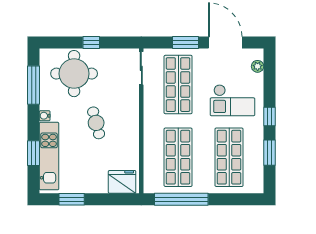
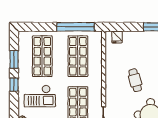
checkout: (232, 100) -> (40, 96), turned 180
fridge: (122, 182) -> (117, 37), width x0.53, depth x0.75

